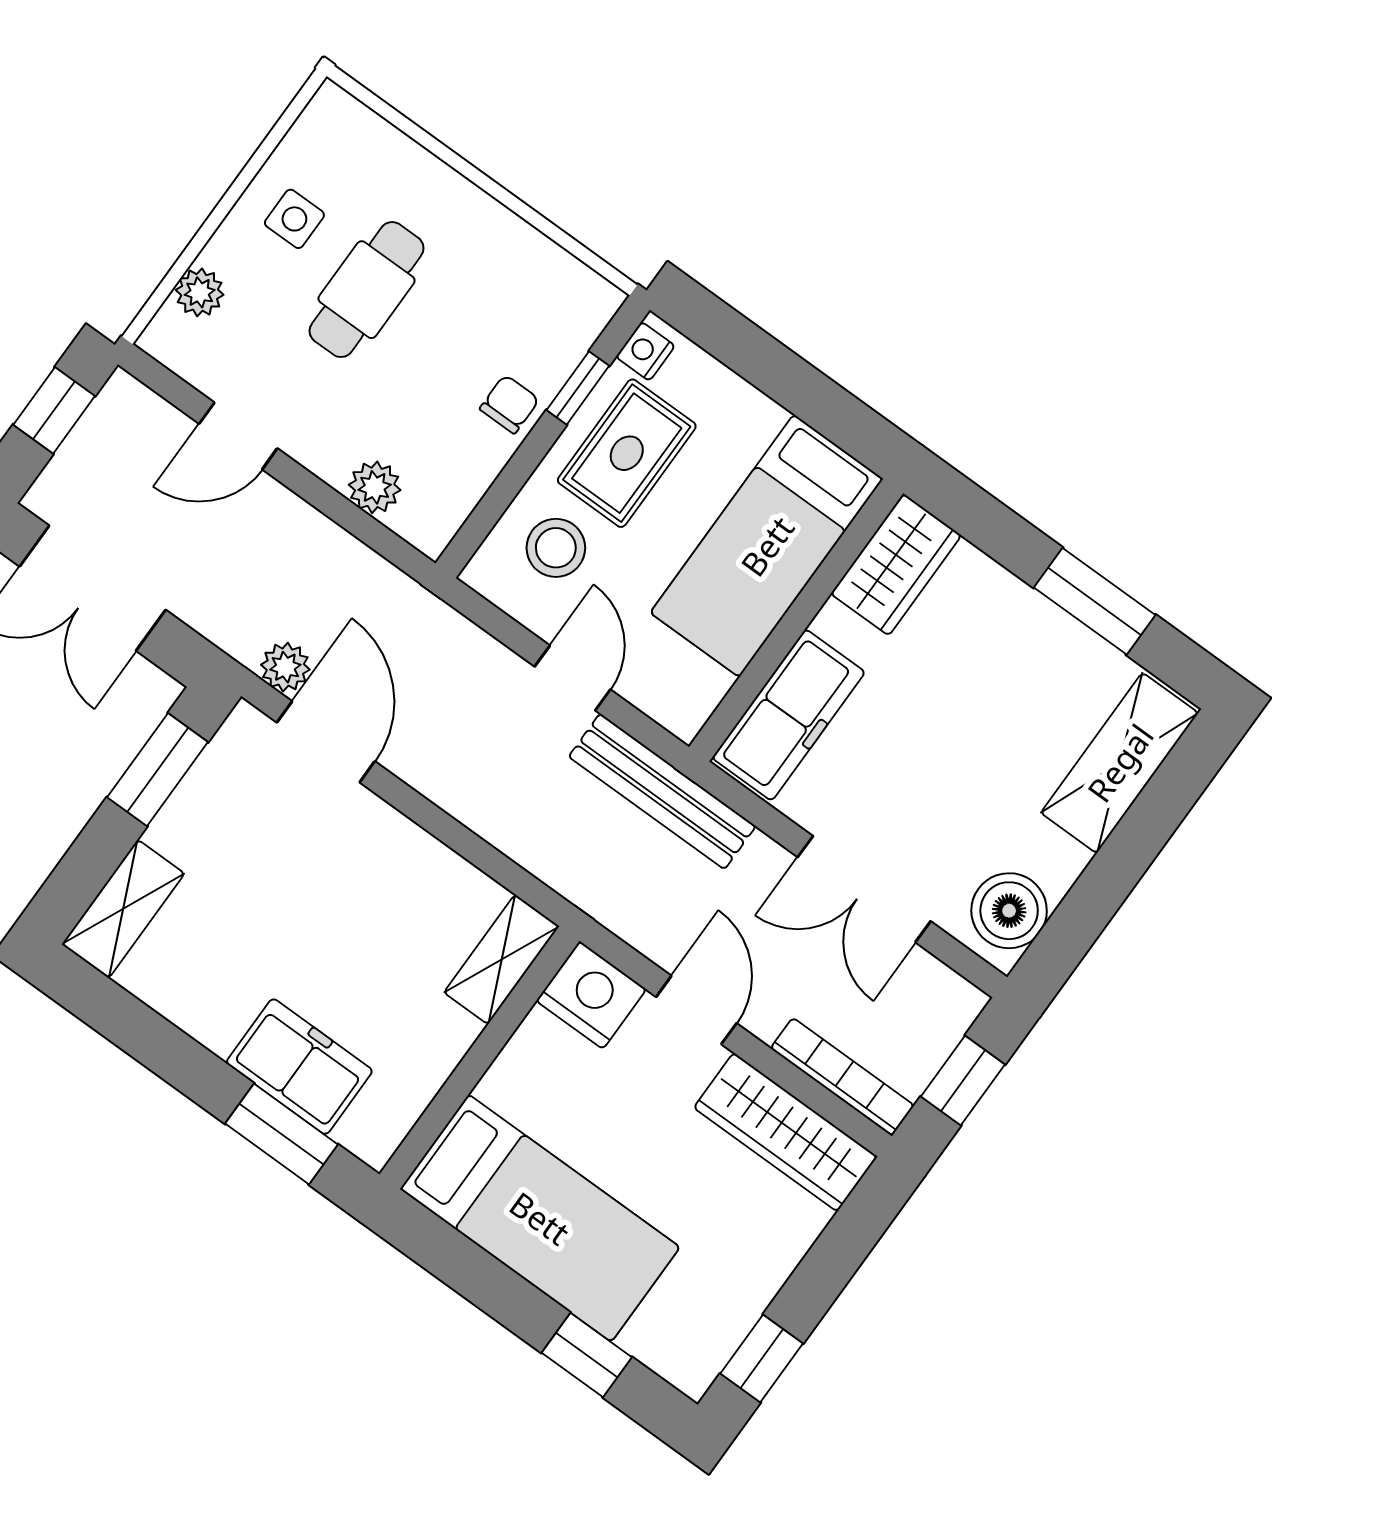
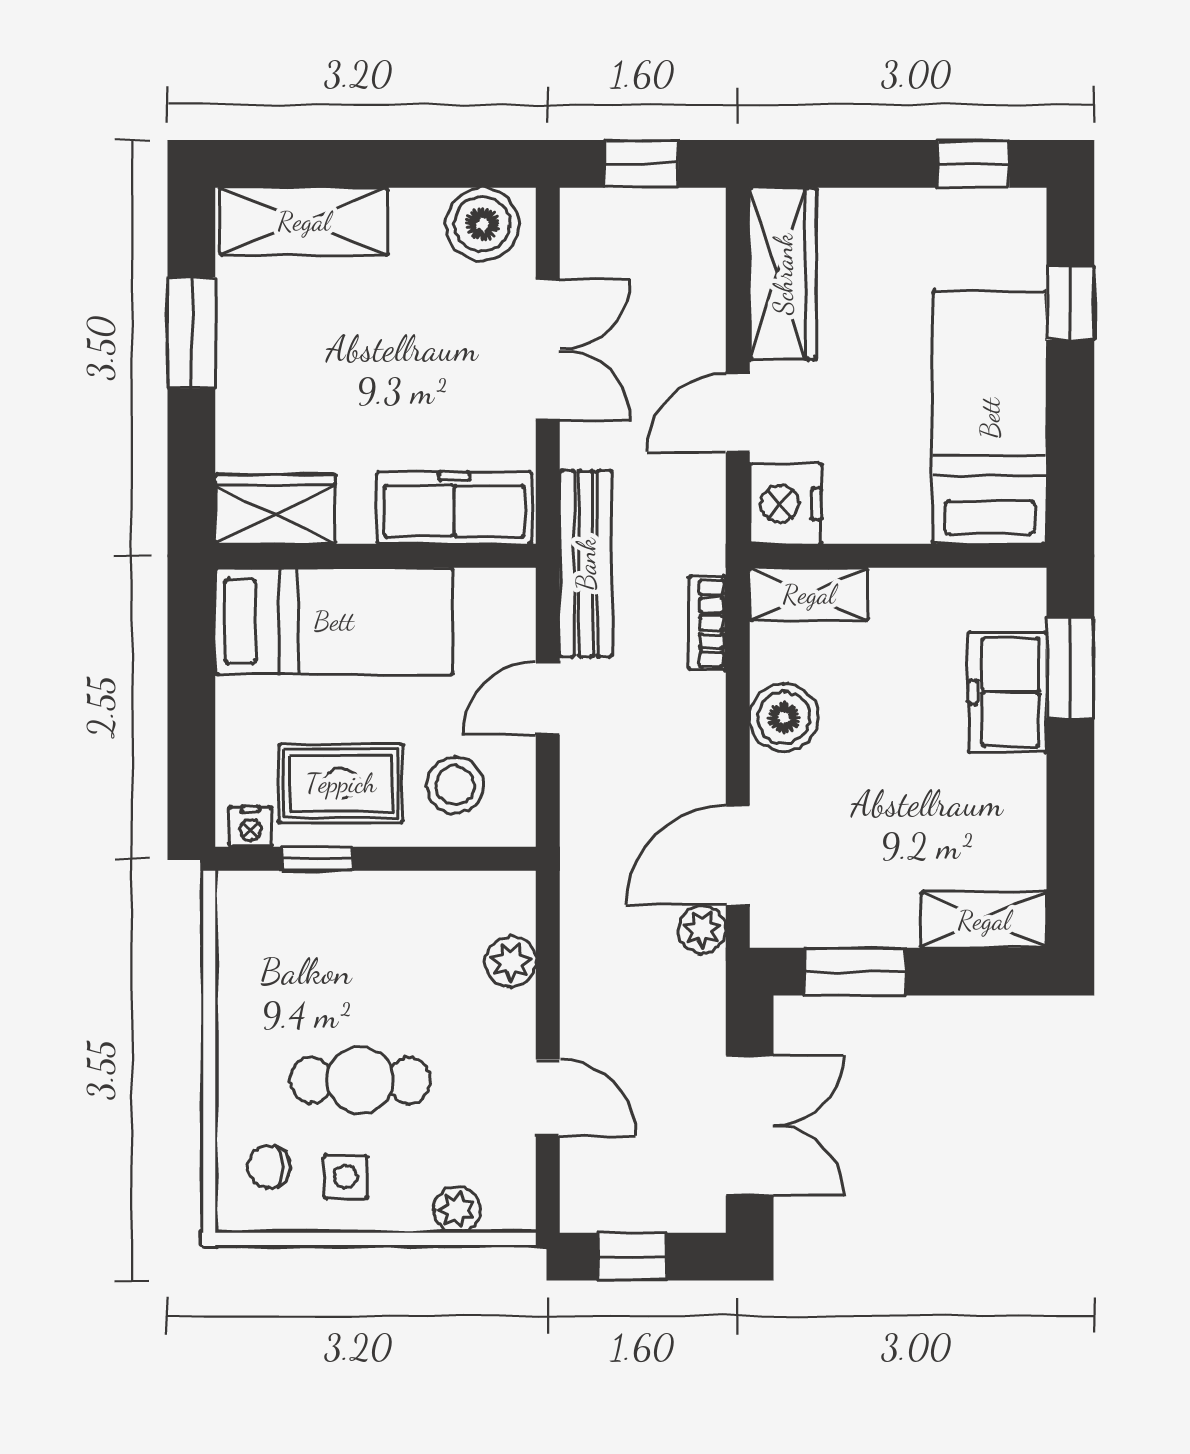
chair: (510, 404) -> (269, 1167), moved
boiler: (413, 864) -> (784, 718), added
bookcase: (842, 1077) -> (707, 623), moved, width x0.64

